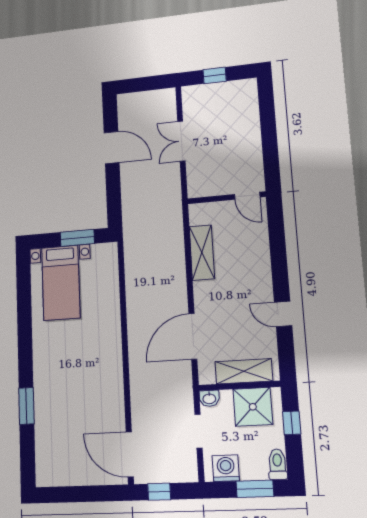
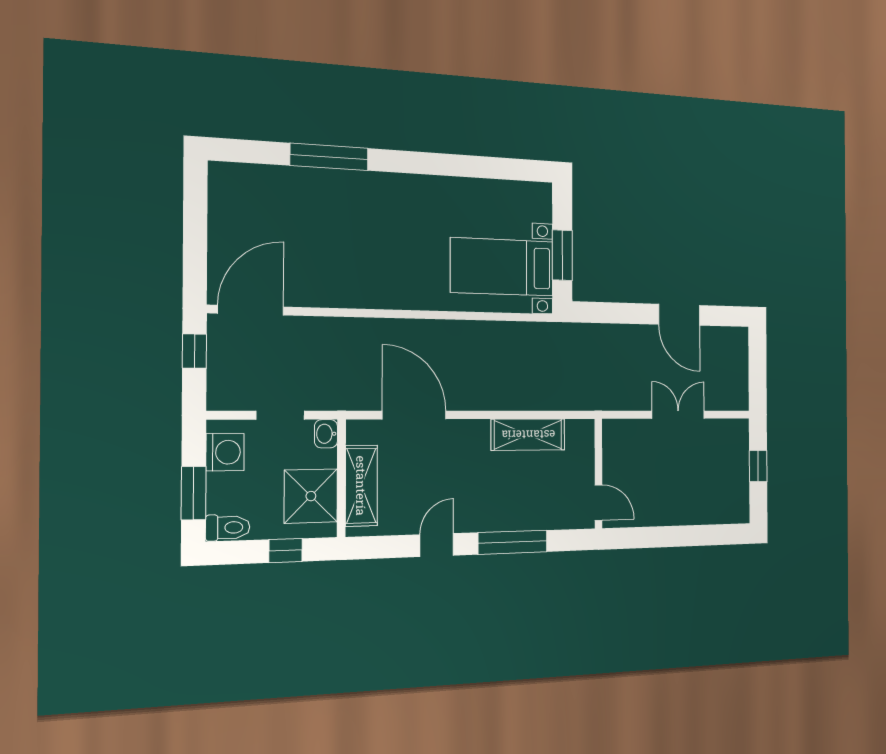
door: (112, 148) -> (679, 315), hinge flipped
door: (247, 196) -> (598, 503), swing flipped
window: (279, 258) -> (513, 542), added
bed with nightstands: (61, 283) -> (502, 267), moved
window: (26, 406) -> (329, 157), width x1.44

